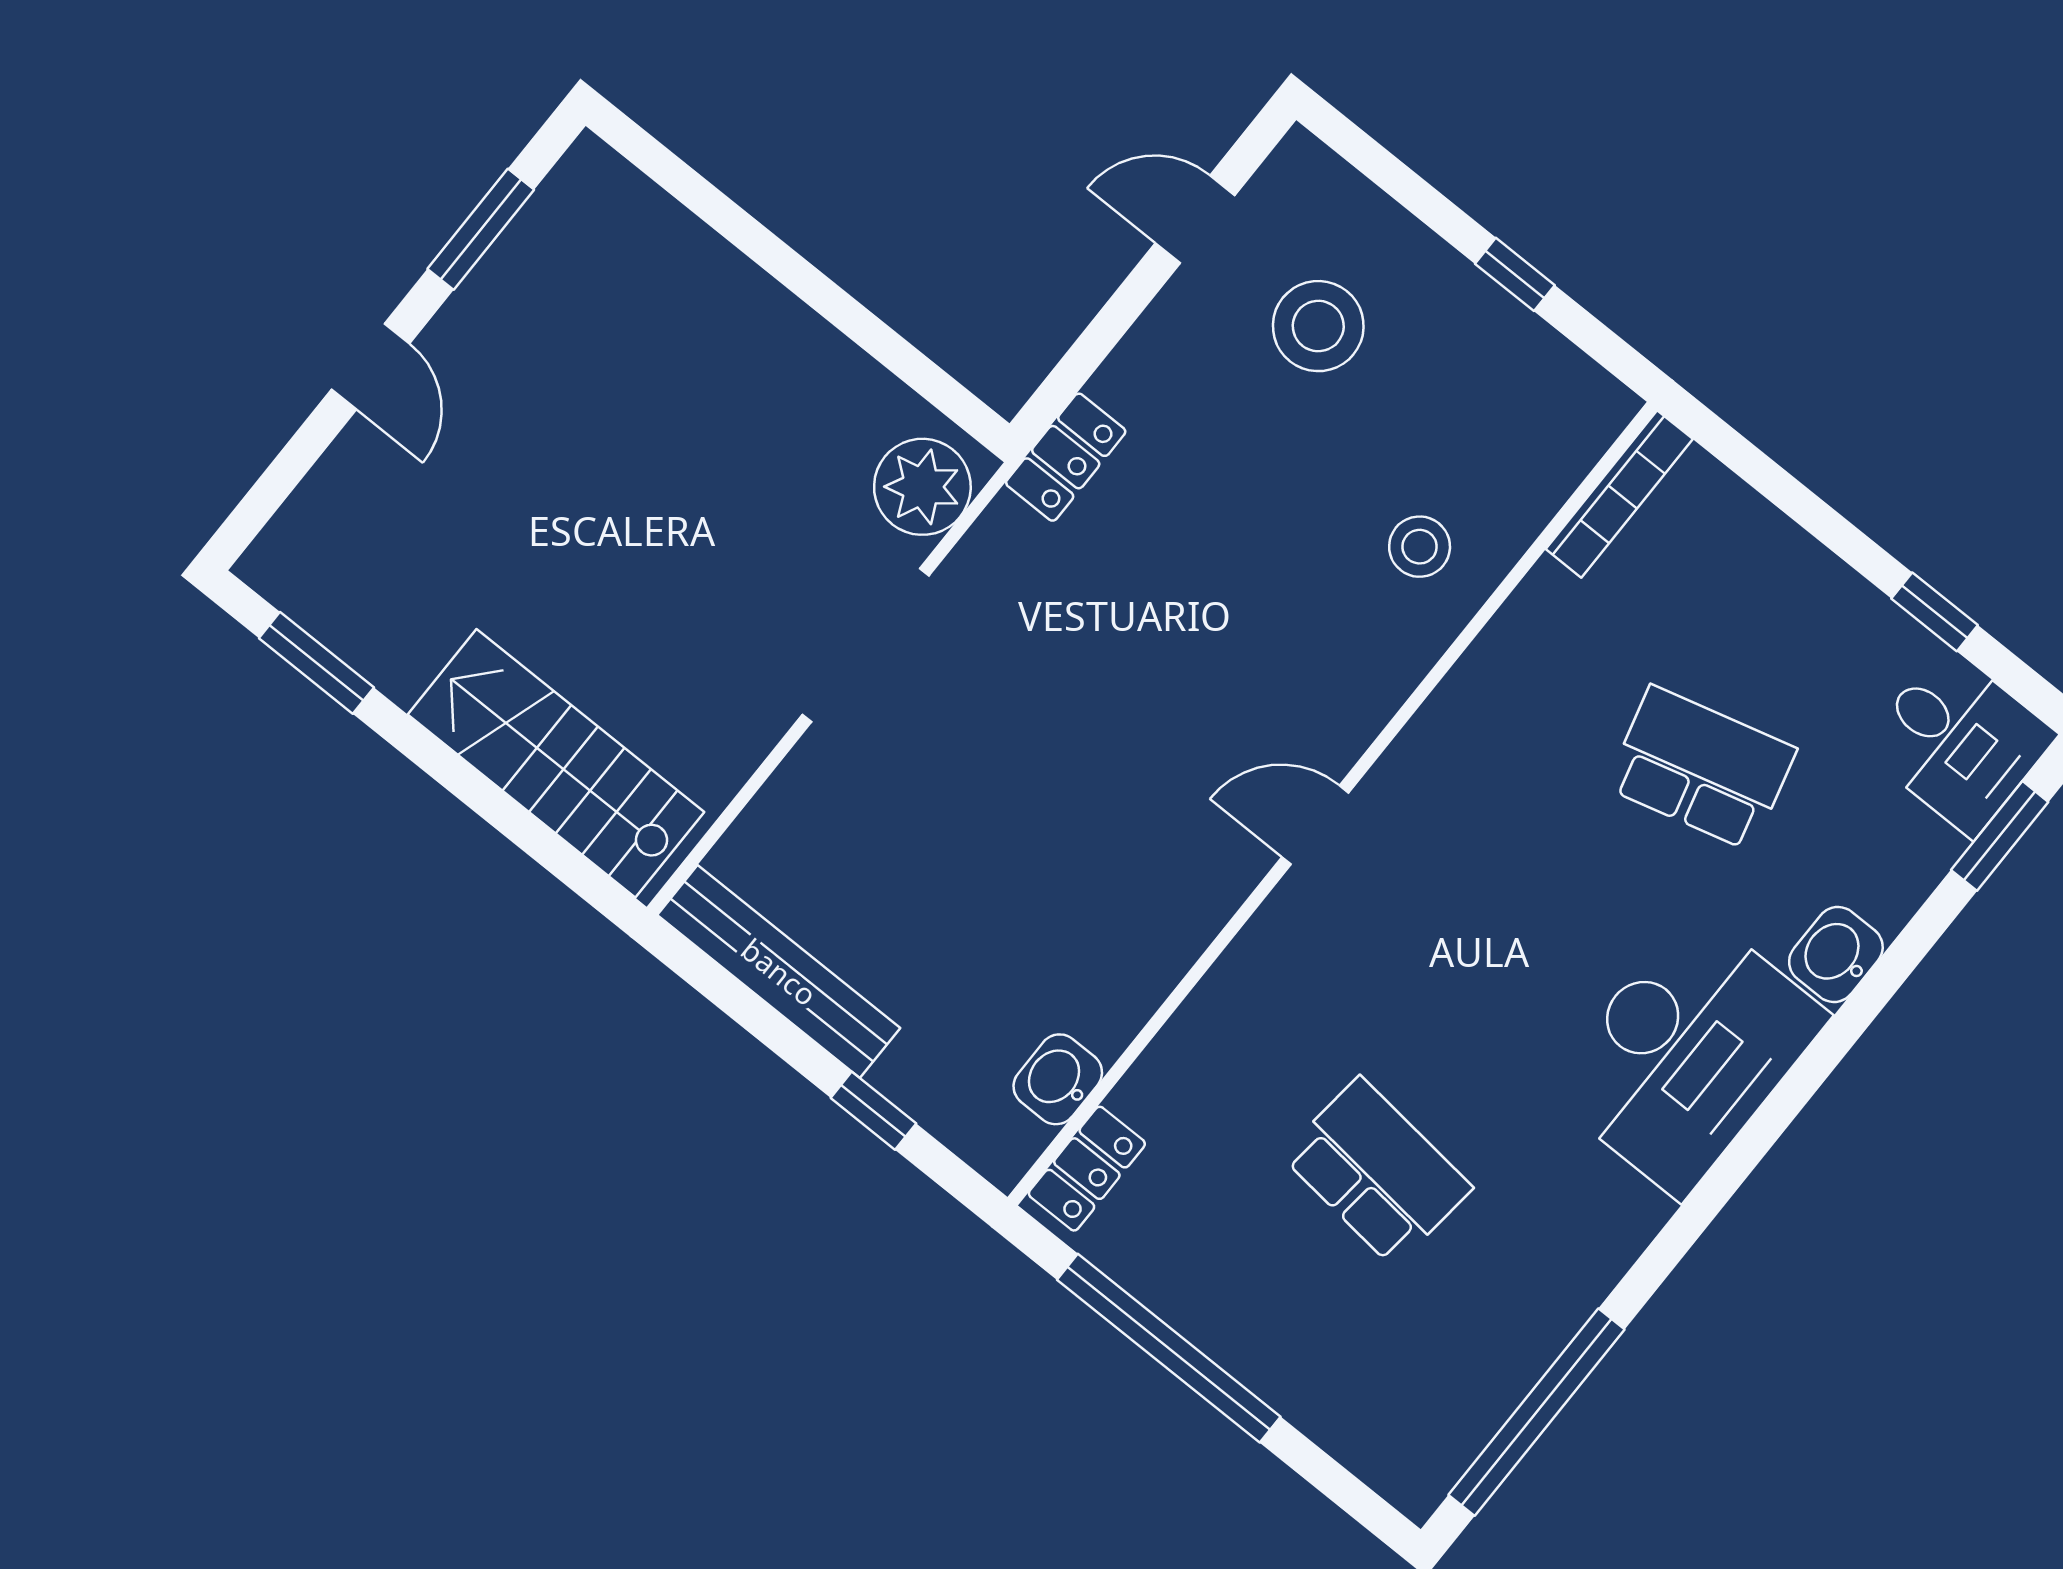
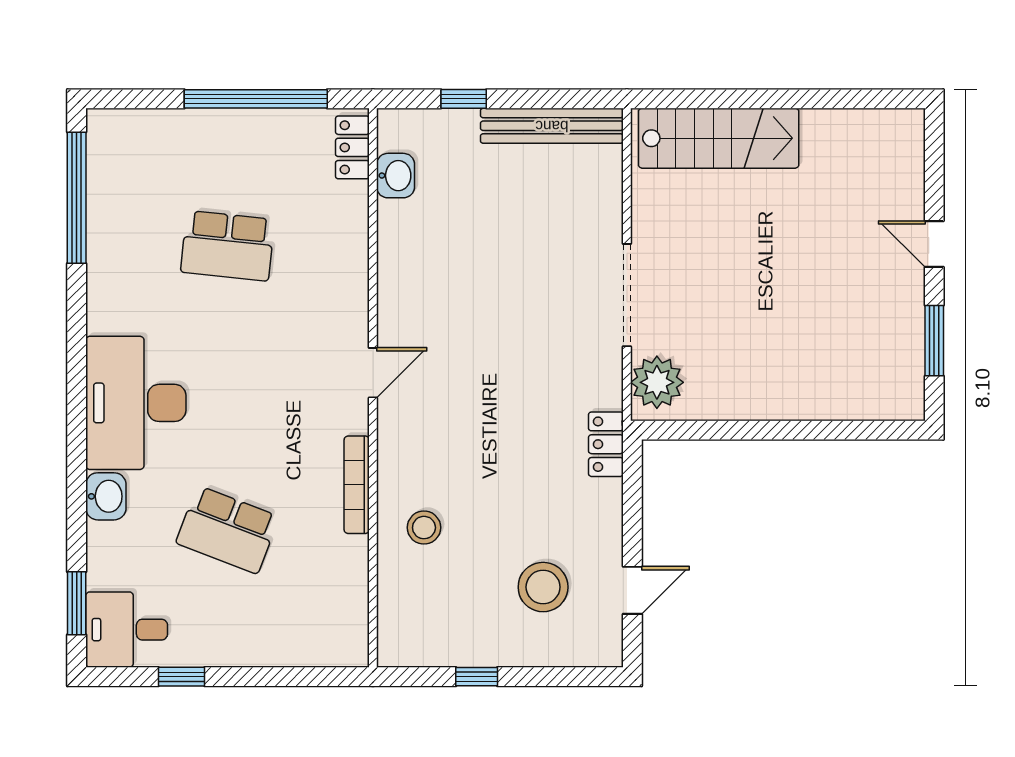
bookcase: (1619, 494) -> (357, 485), moved
window: (316, 663) -> (855, 99), removed
school desk: (1701, 768) -> (228, 530), turned 36

